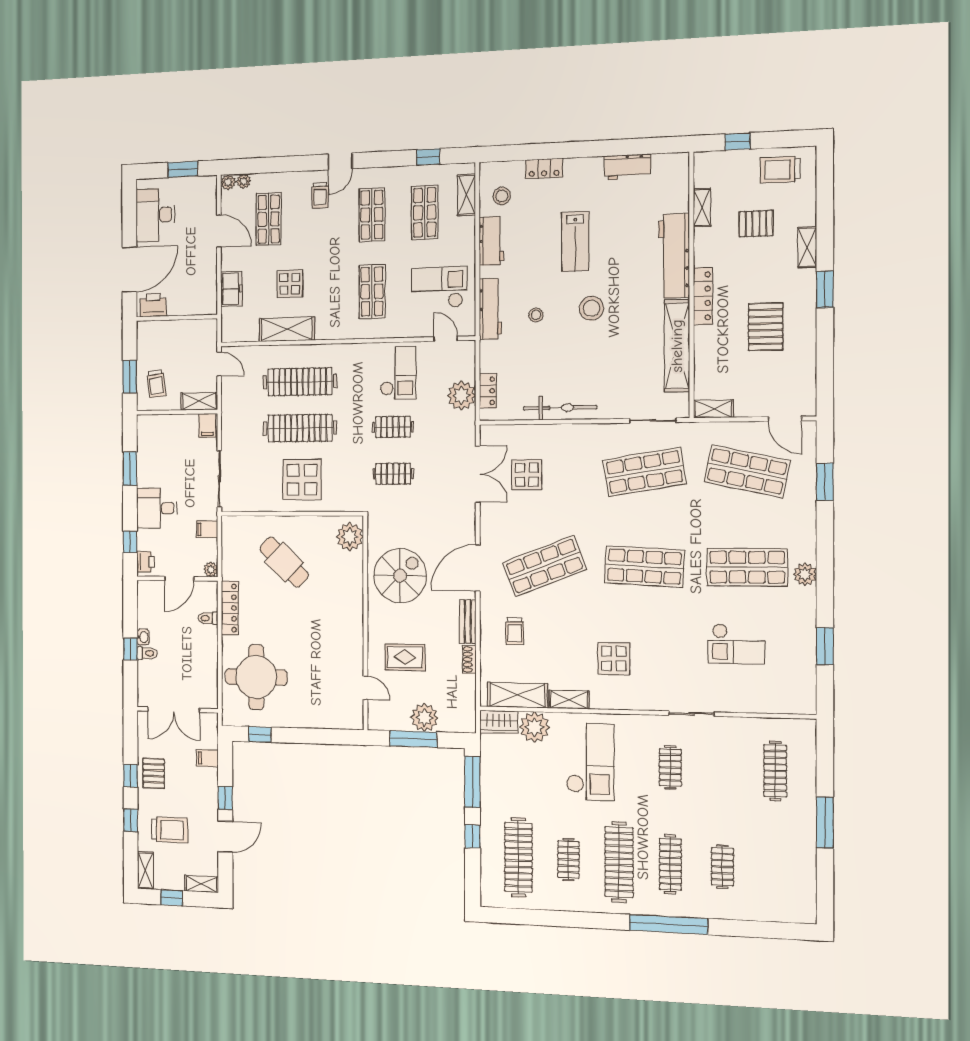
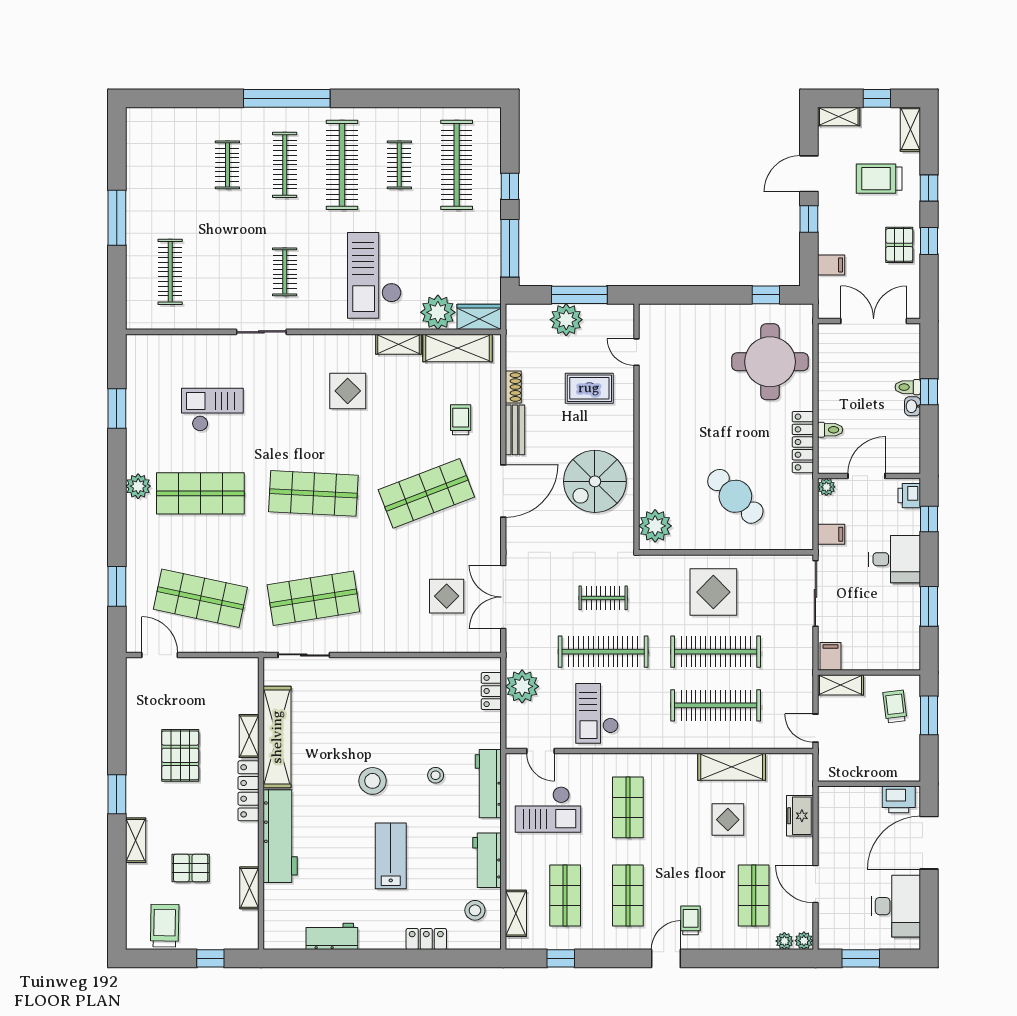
trolley: (780, 170) -> (165, 926), turned -89
bicycle: (560, 408) -> (408, 671), removed
shelving: (713, 409) -> (249, 736), moved, turned 90
clothes rail: (393, 427) -> (603, 652), width x1.86, depth x1.31

